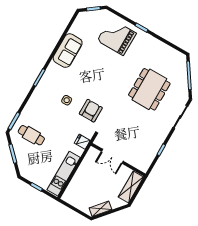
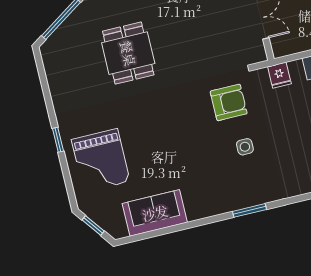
sofa: (68, 51) -> (155, 213), moved
dining table: (149, 89) -> (128, 53), width x0.73
armchair: (91, 111) -> (229, 102), turned 180

